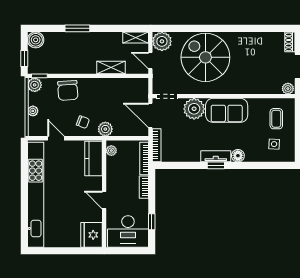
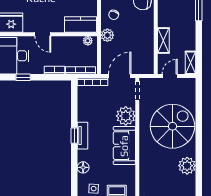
plant: (162, 41) -> (187, 166), moved
floor lamp: (238, 156) -> (83, 167), moved
door: (104, 200) -> (43, 34), swing flipped

